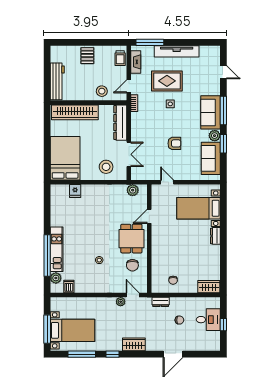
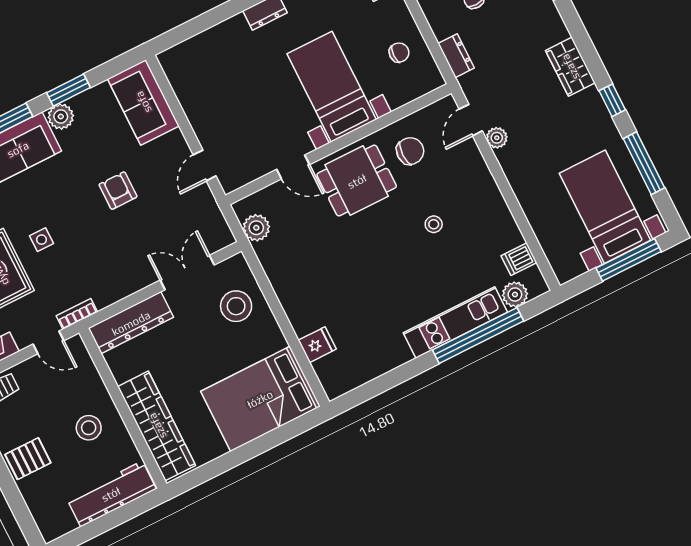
stool: (102, 91) -> (89, 428), moved
sofa: (211, 158) -> (143, 102), moved, turned 90
bed with nightstands: (198, 208) -> (332, 87), moved, turned 180

